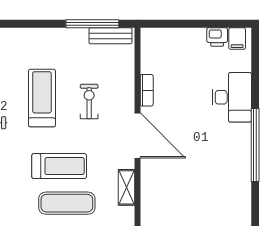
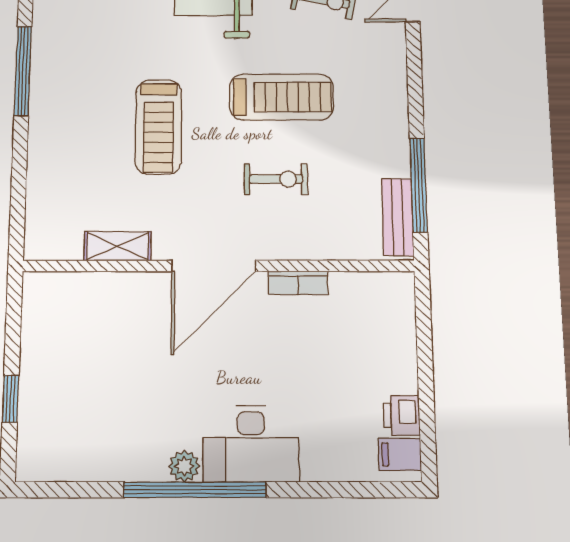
desk: (232, 97) -> (251, 444), moved
plant: (243, 151) -> (184, 466), added
exercise mat: (67, 203) -> (91, 140), removed

